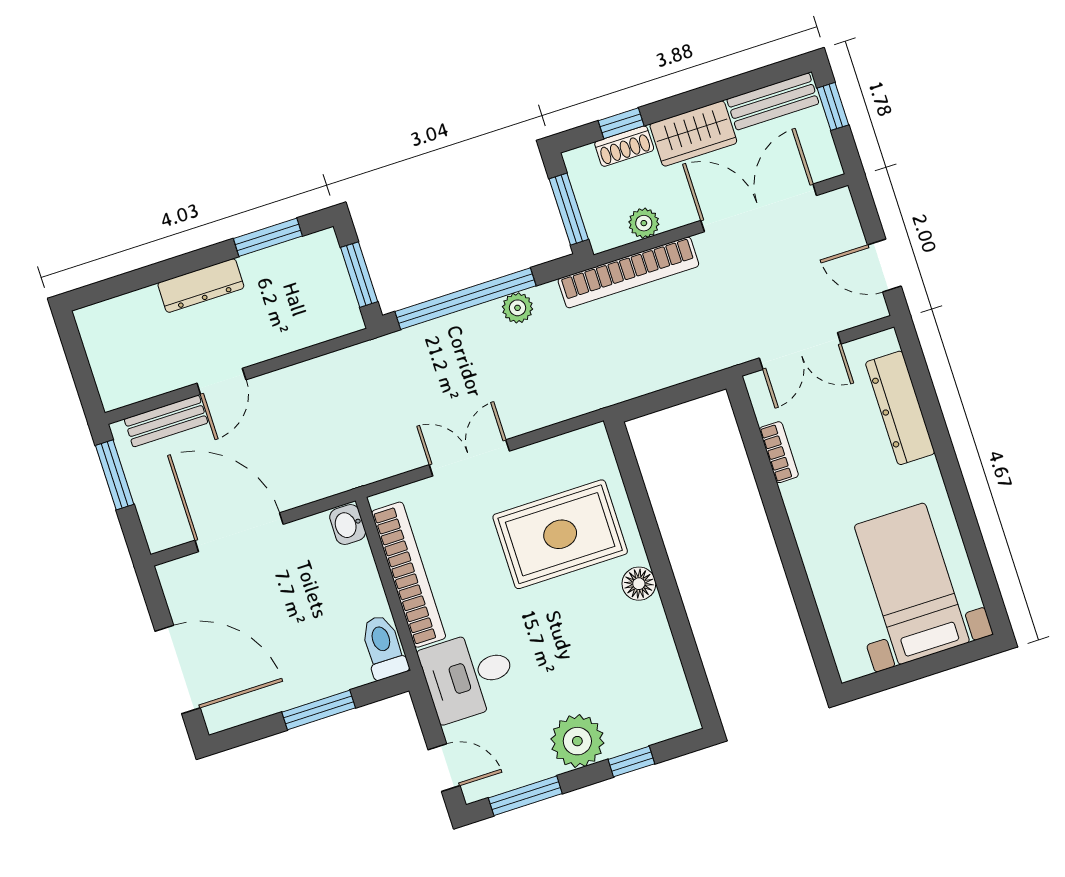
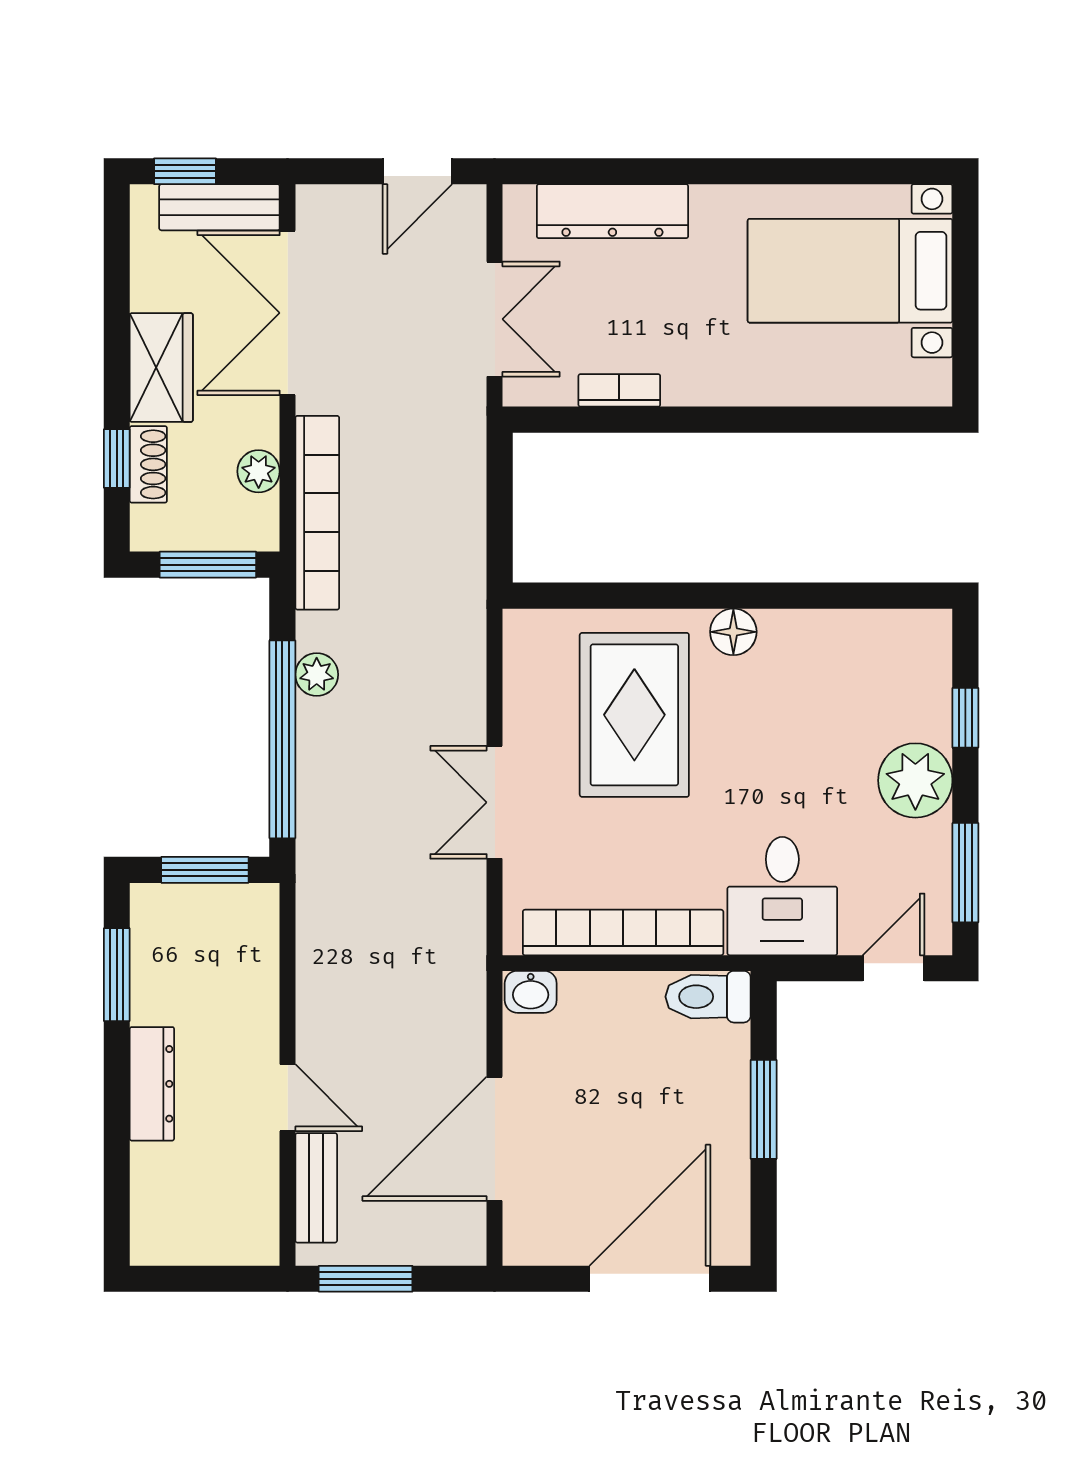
bench: (773, 101) -> (219, 207), moved, turned 90

